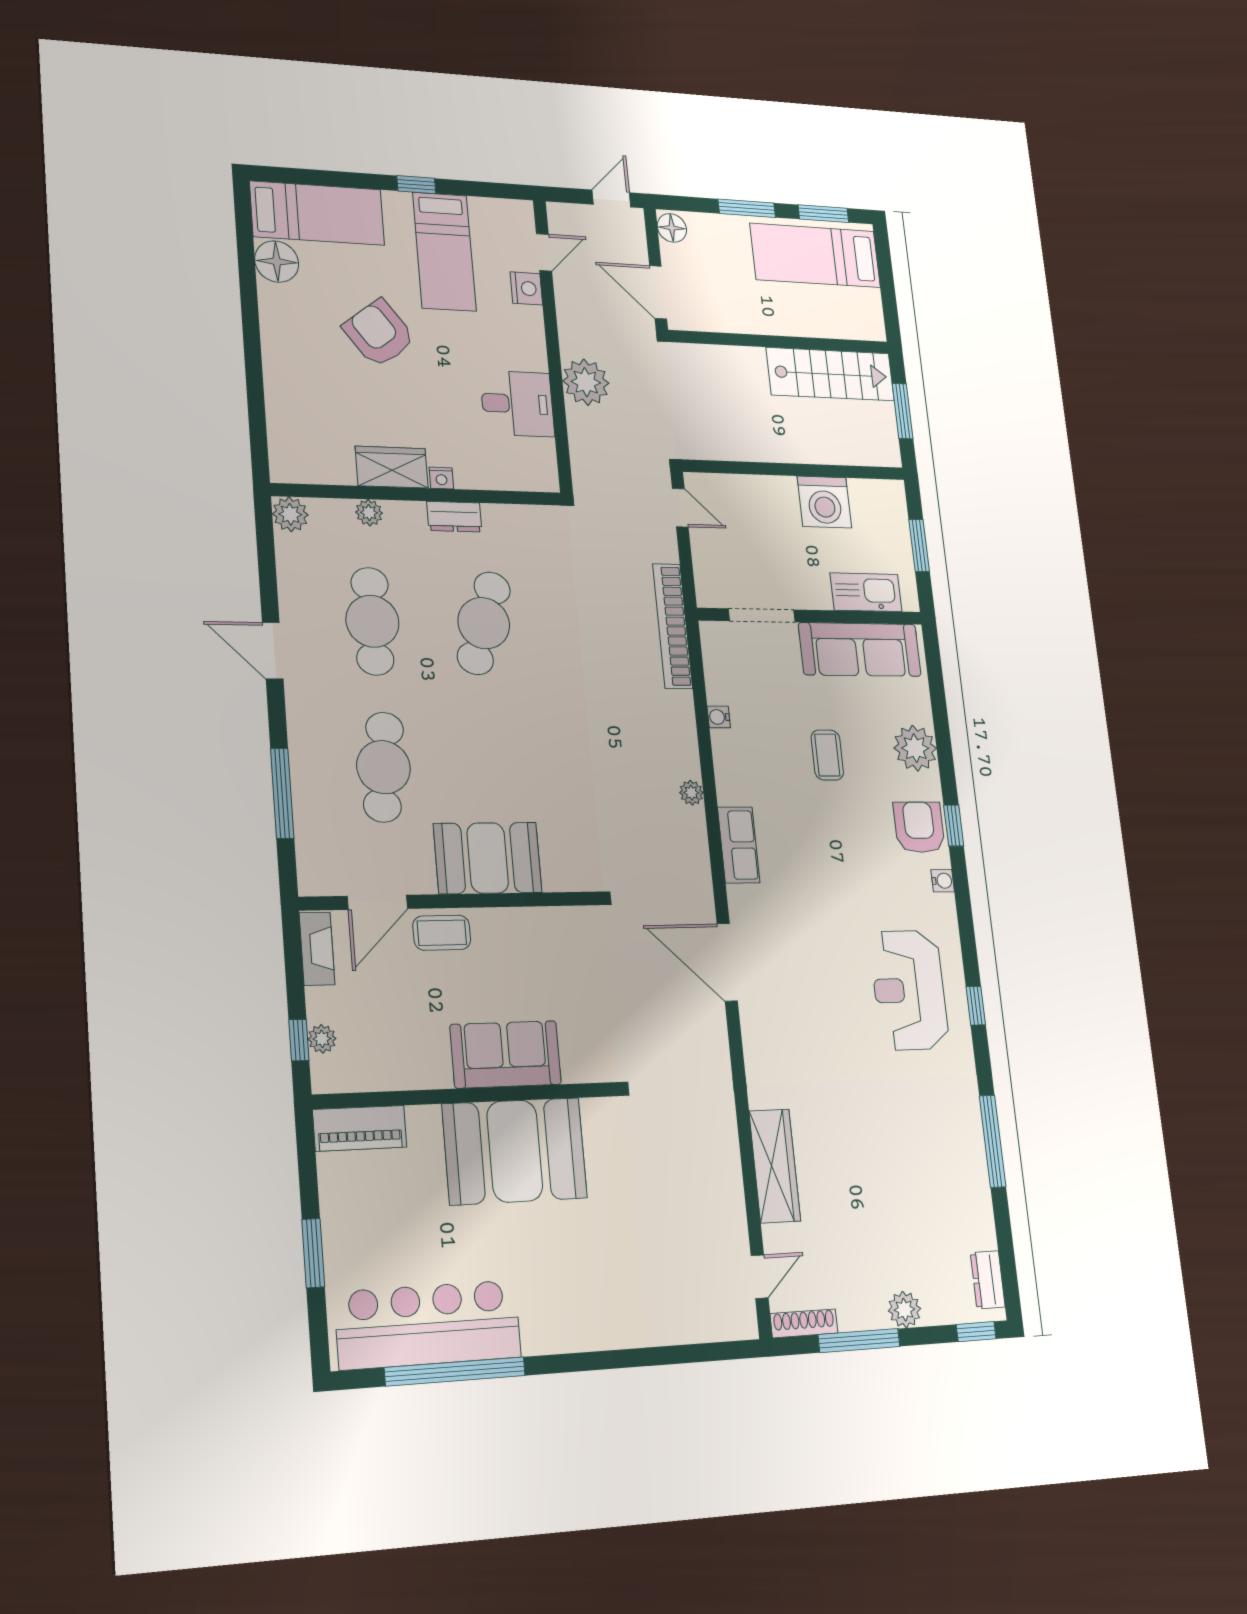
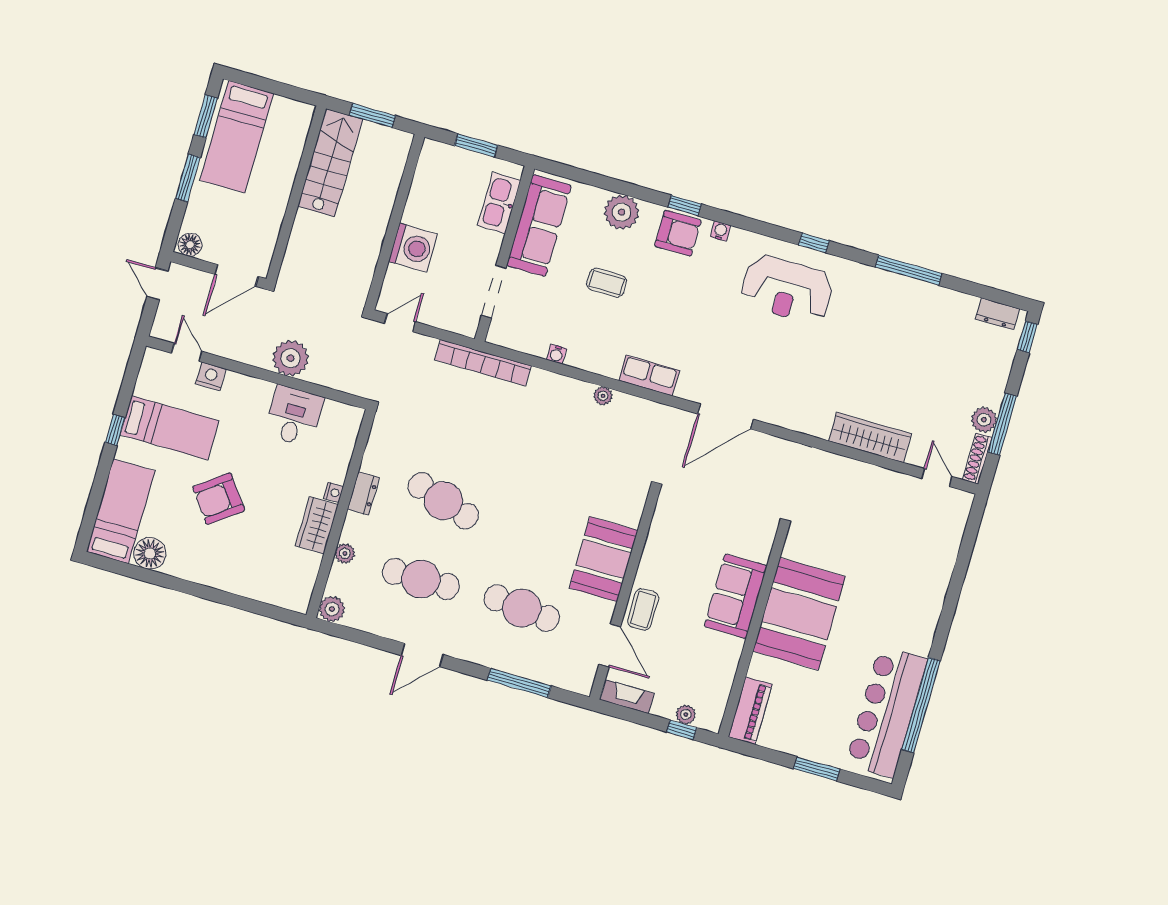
washing machine: (824, 502) -> (413, 248), moved
armchair: (919, 827) -> (678, 233), turned 180
plant: (904, 1310) -> (984, 420), moved

